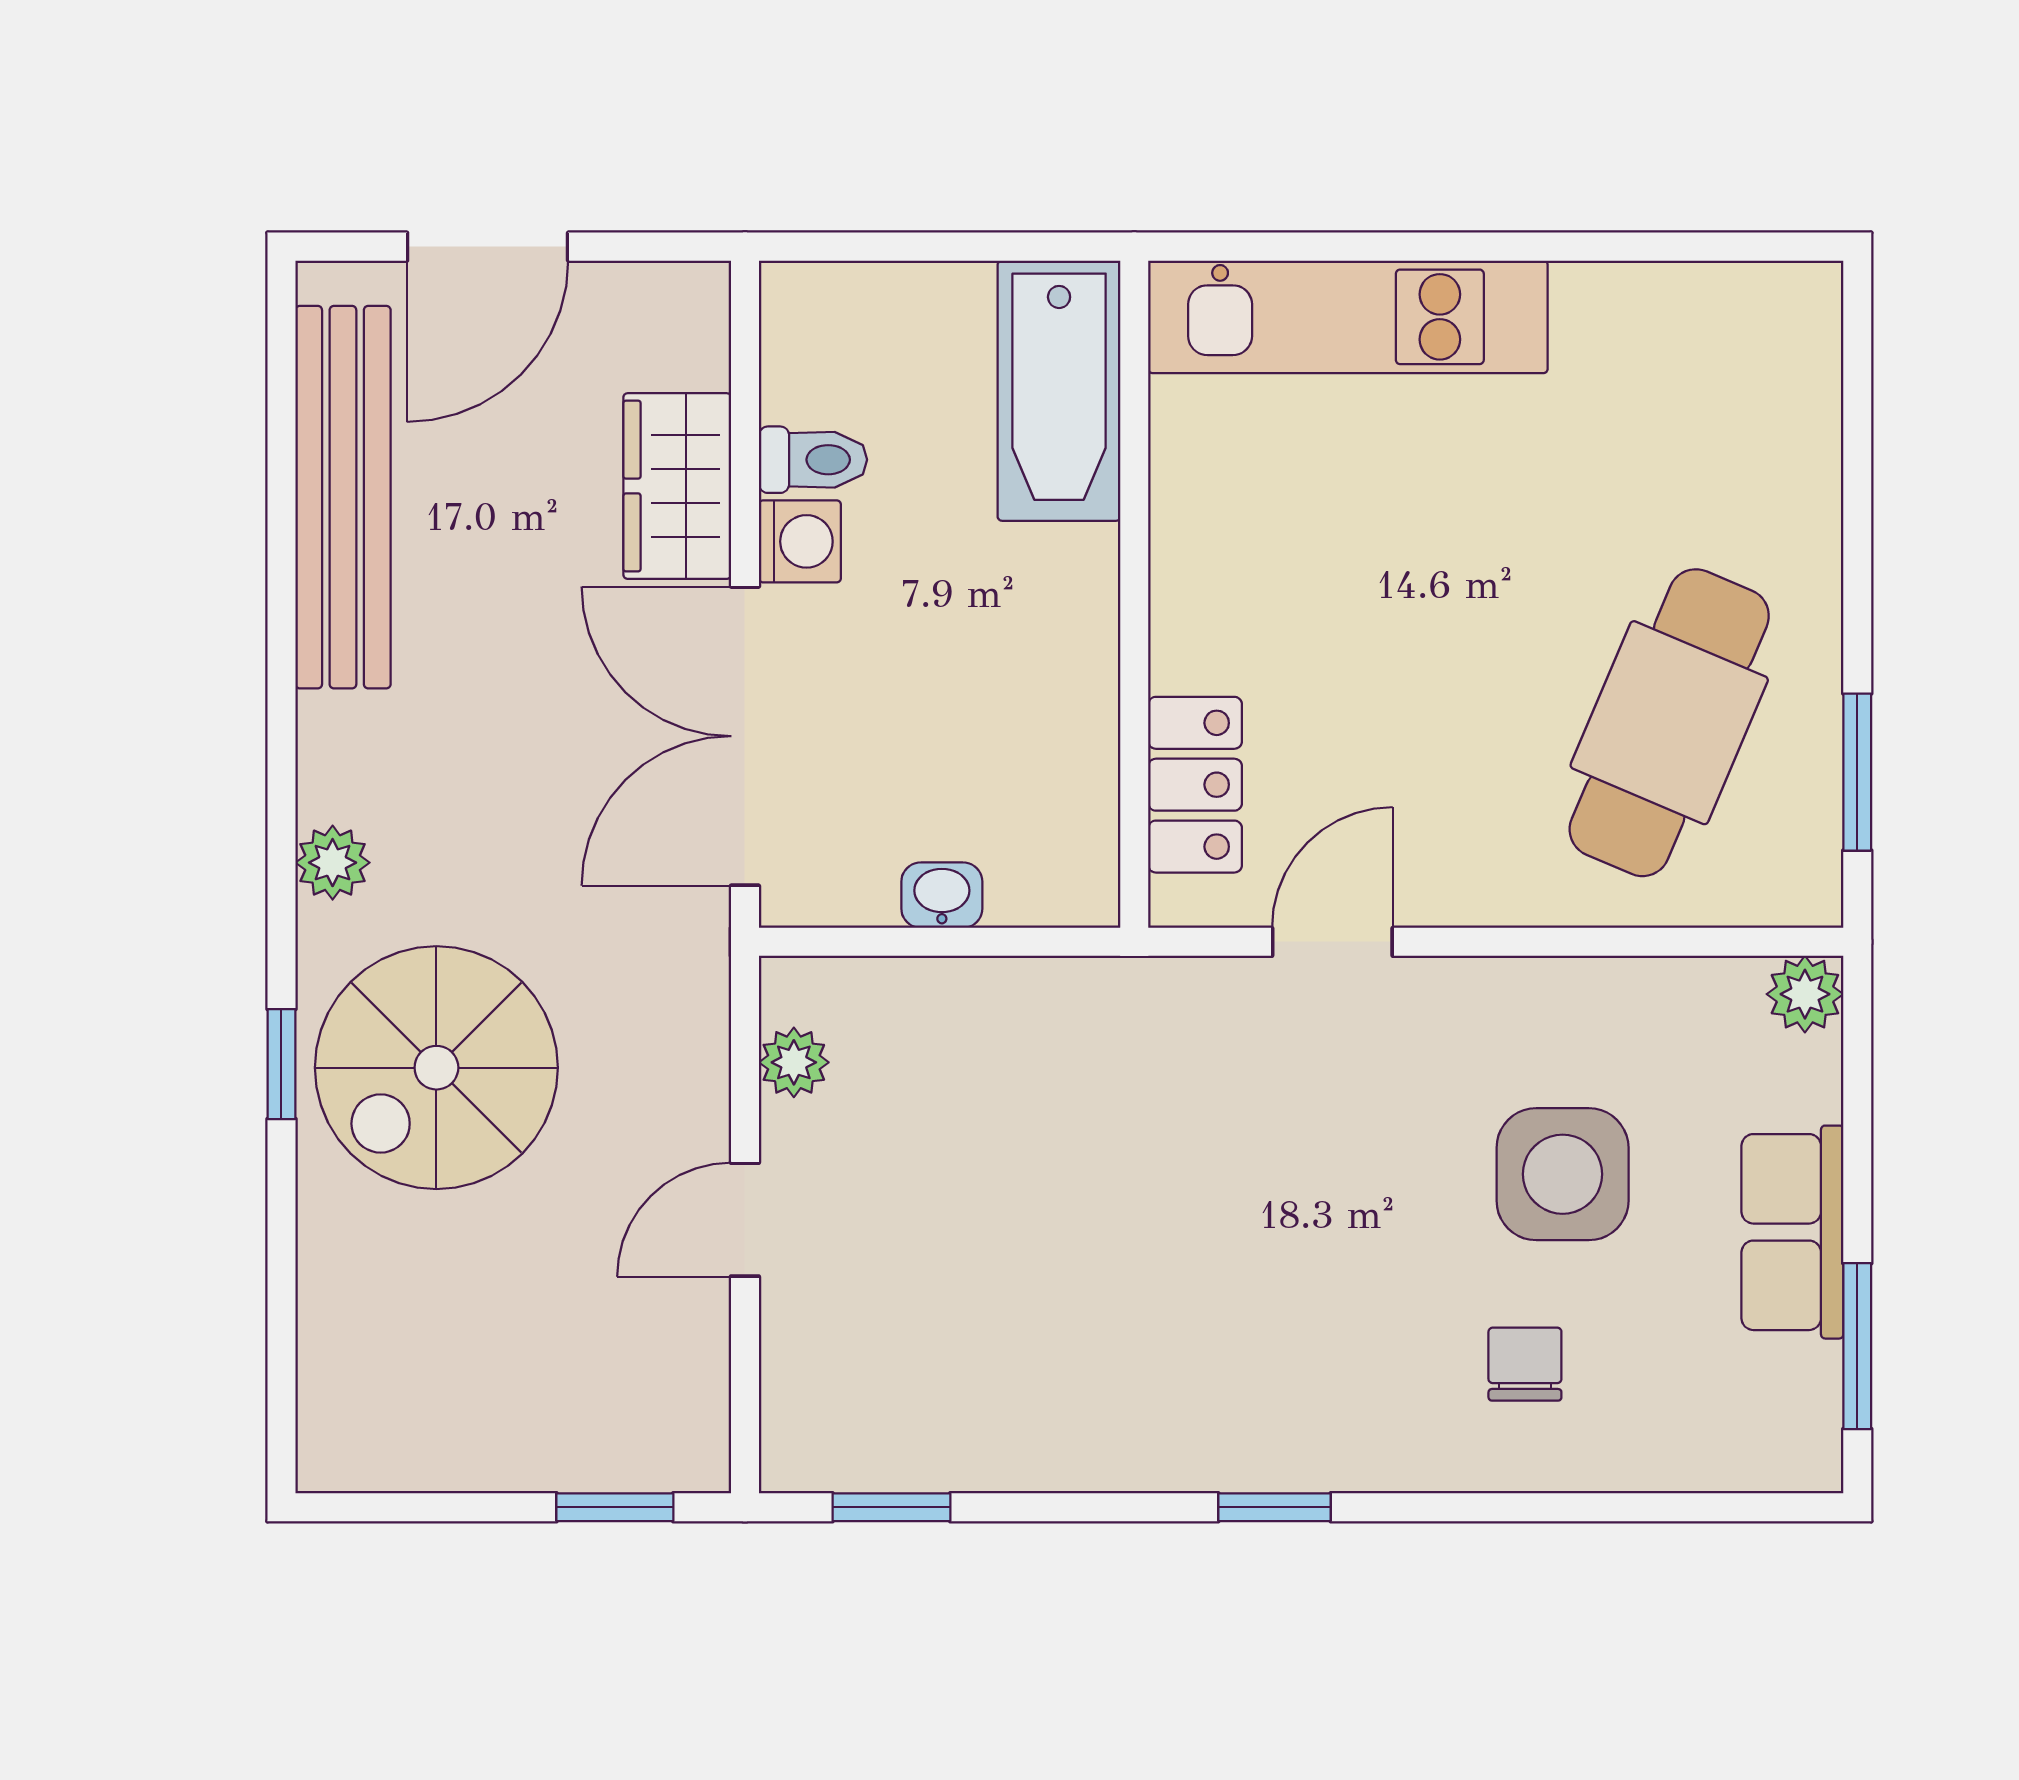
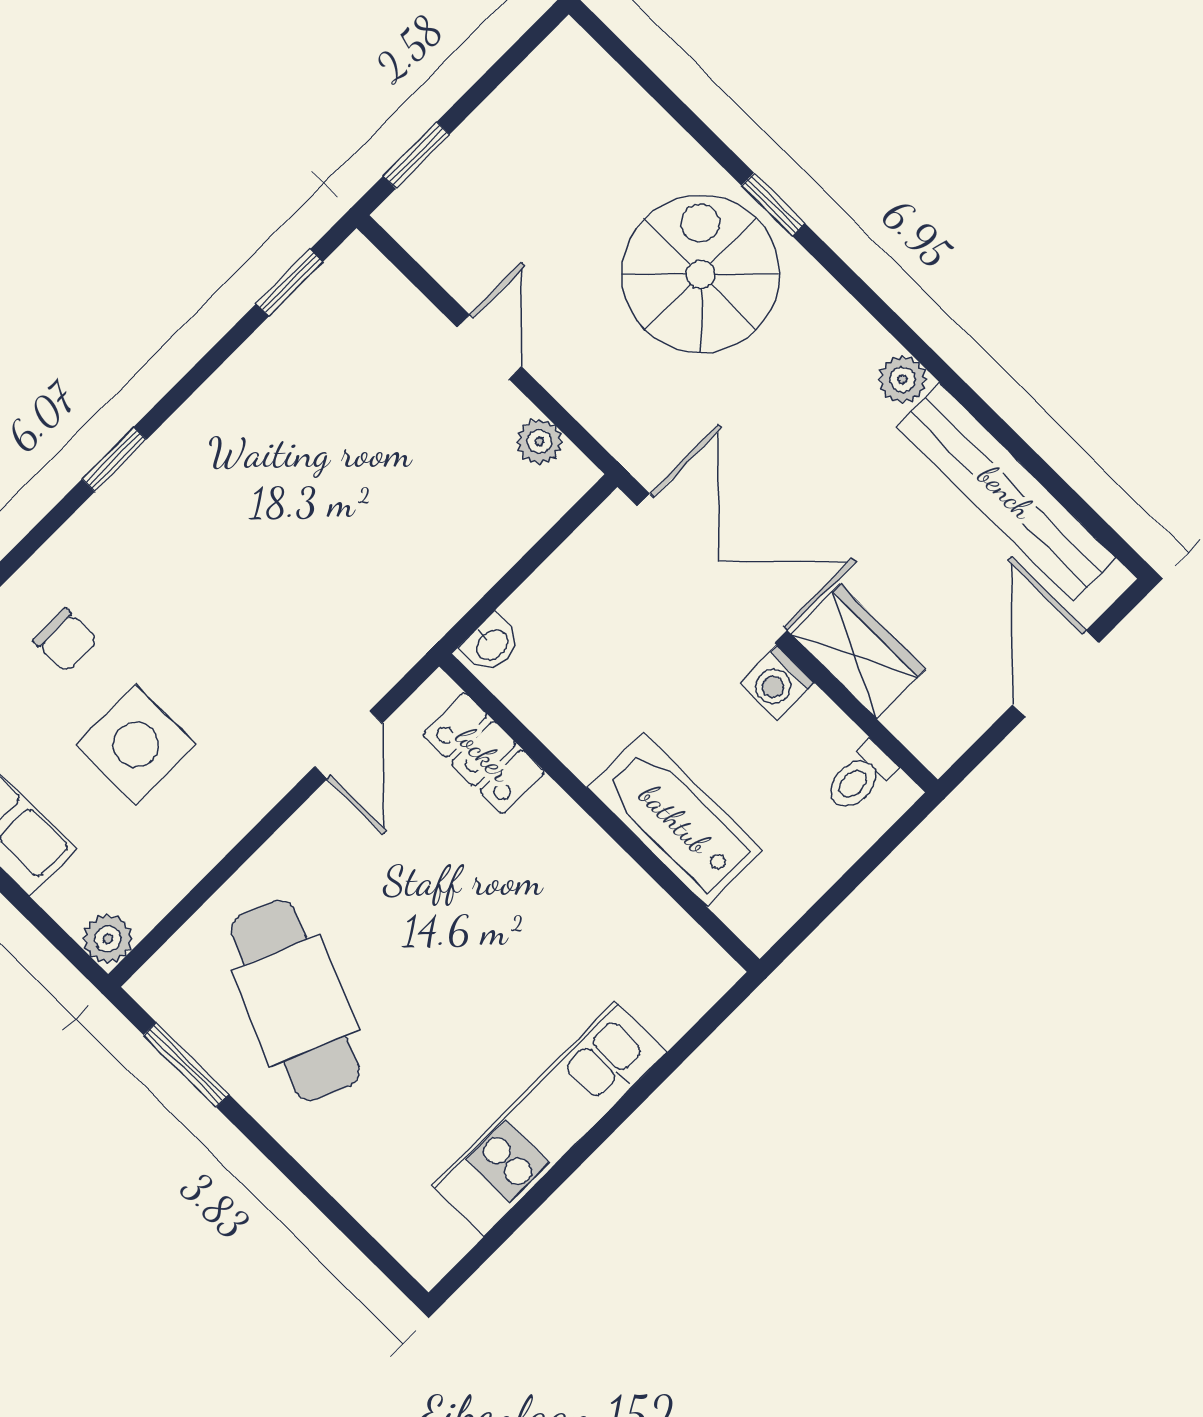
kitchen unit: (1348, 317) -> (550, 1119), moved
bathtub: (1059, 391) -> (675, 819), moved
toilet: (813, 460) -> (860, 777), moved
plant: (333, 863) -> (902, 380), moved
washbasin: (942, 895) -> (491, 644), moved

